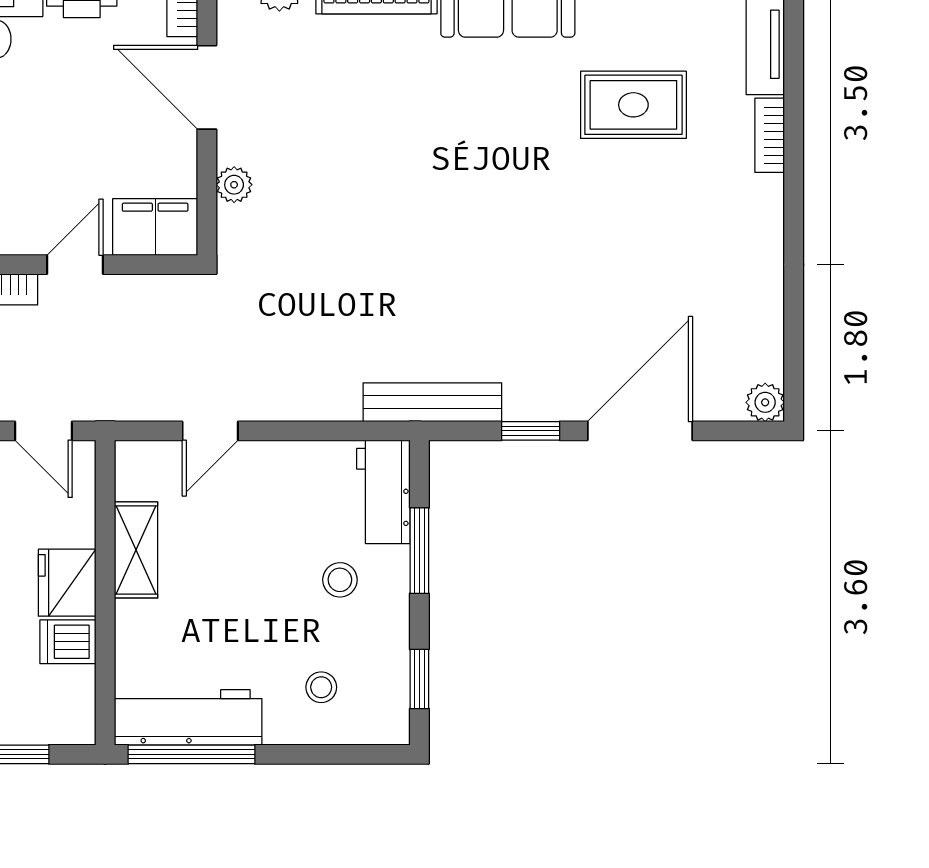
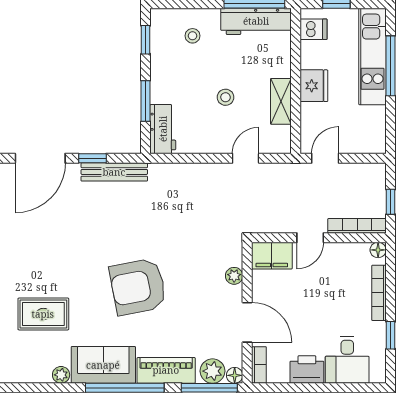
armchair: (435, 162) -> (138, 287), added
bench: (432, 402) -> (114, 172), moved
door: (44, 431) -> (325, 158), hinge flipped
stool: (340, 580) -> (225, 97), moved
dishwasher: (68, 642) -> (313, 29), moved

